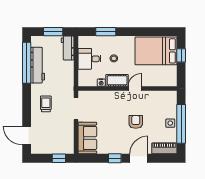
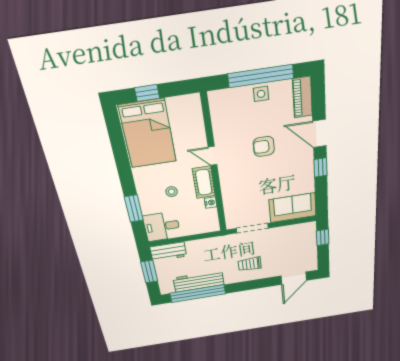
desk: (89, 59) -> (162, 226), moved, turned 90

